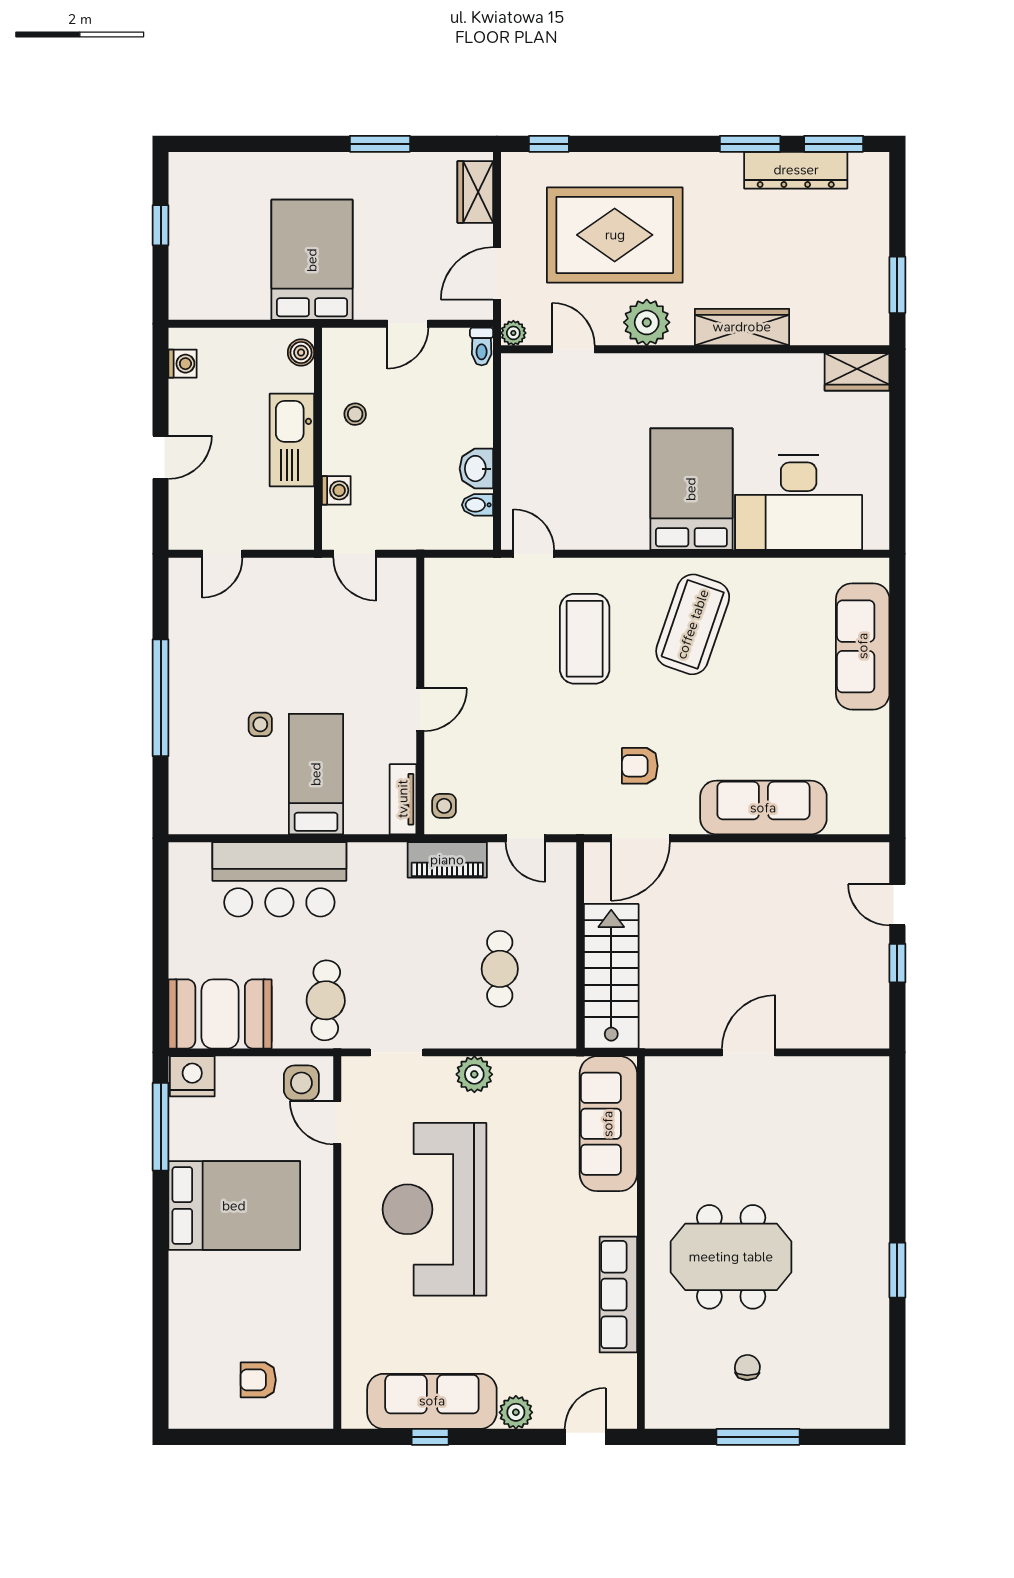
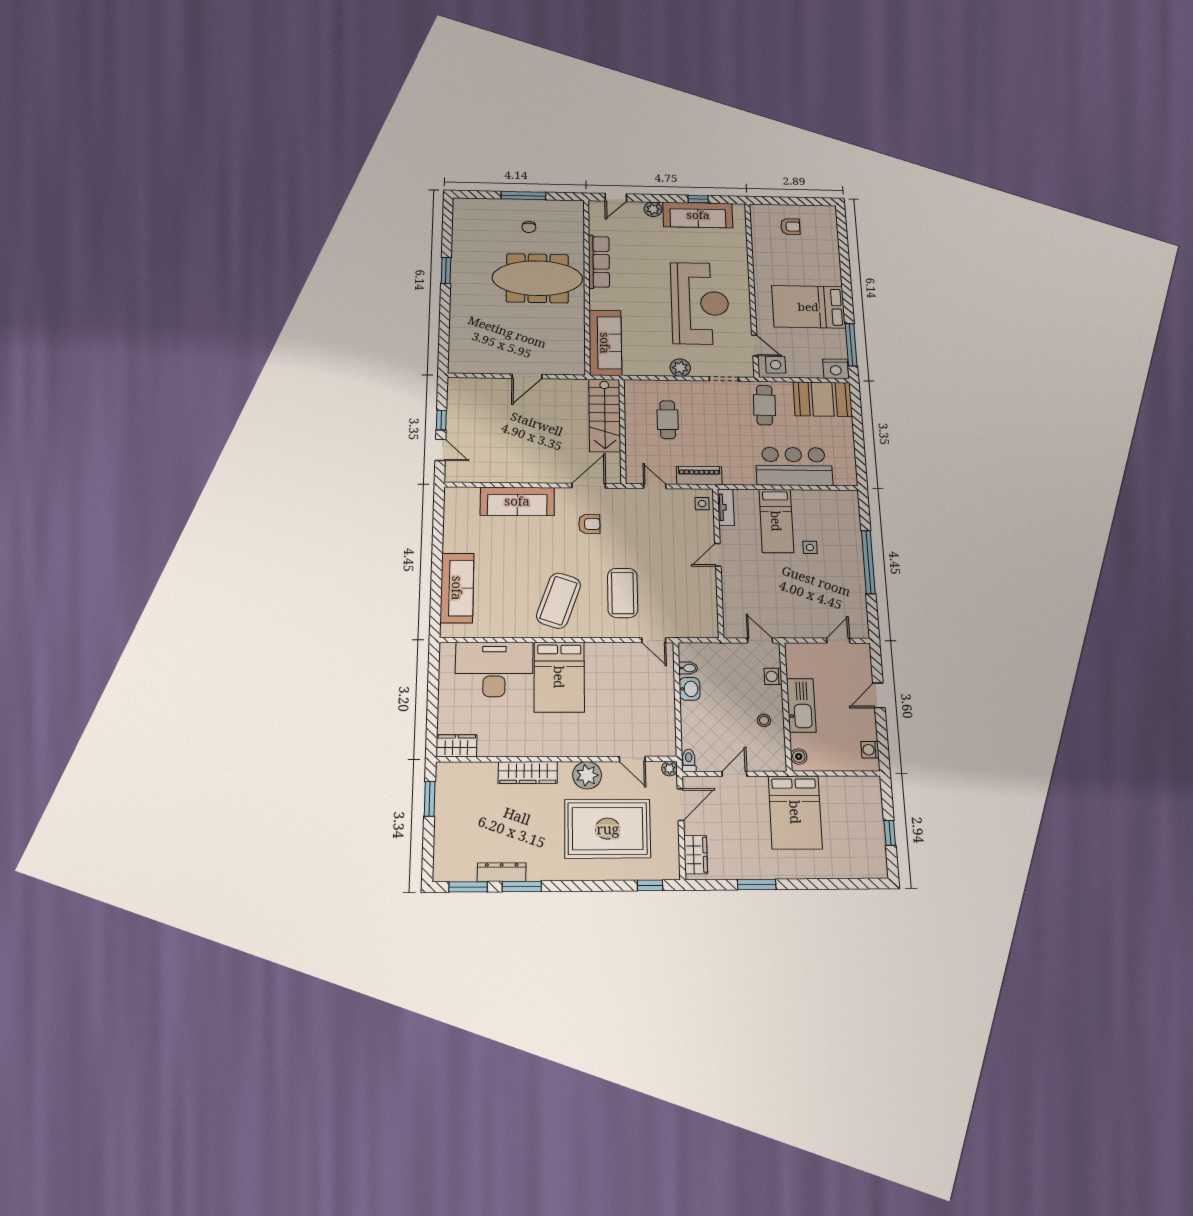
dresser: (796, 170) -> (502, 872), width x0.73, depth x0.80
meeting table: (731, 1257) -> (537, 278), width x1.36

